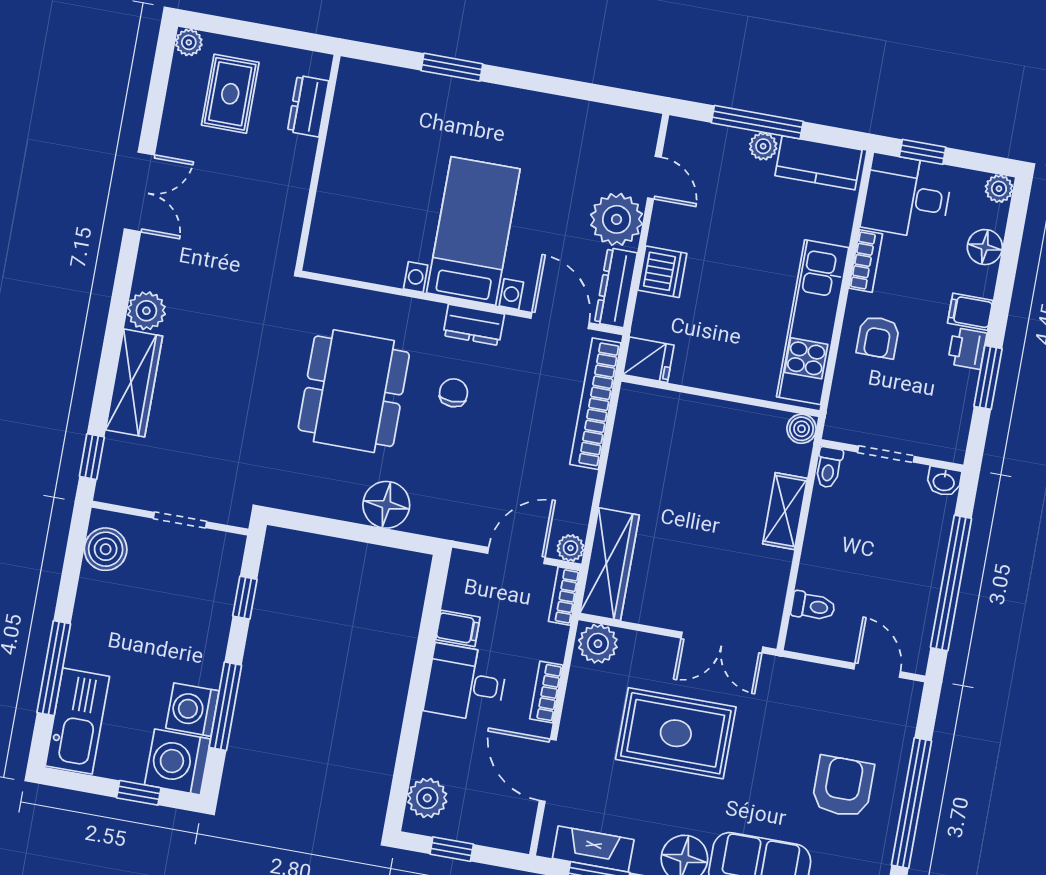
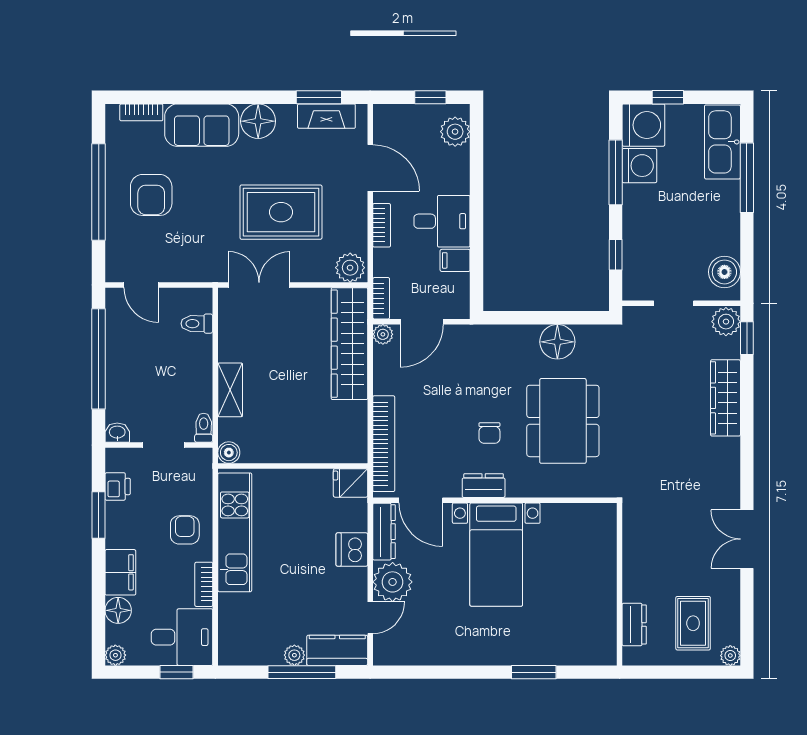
kitchen counter: (818, 163) -> (337, 650), moved
door: (654, 178) -> (370, 618), swing flipped
plant: (146, 311) -> (726, 322), moved
filing cabinet: (970, 312) -> (120, 572), width x2.00
printer: (967, 348) -> (118, 486), moved
floor lamp: (386, 505) -> (557, 342), moved
wardrobe: (609, 564) -> (349, 344), width x1.40, depth x1.17

